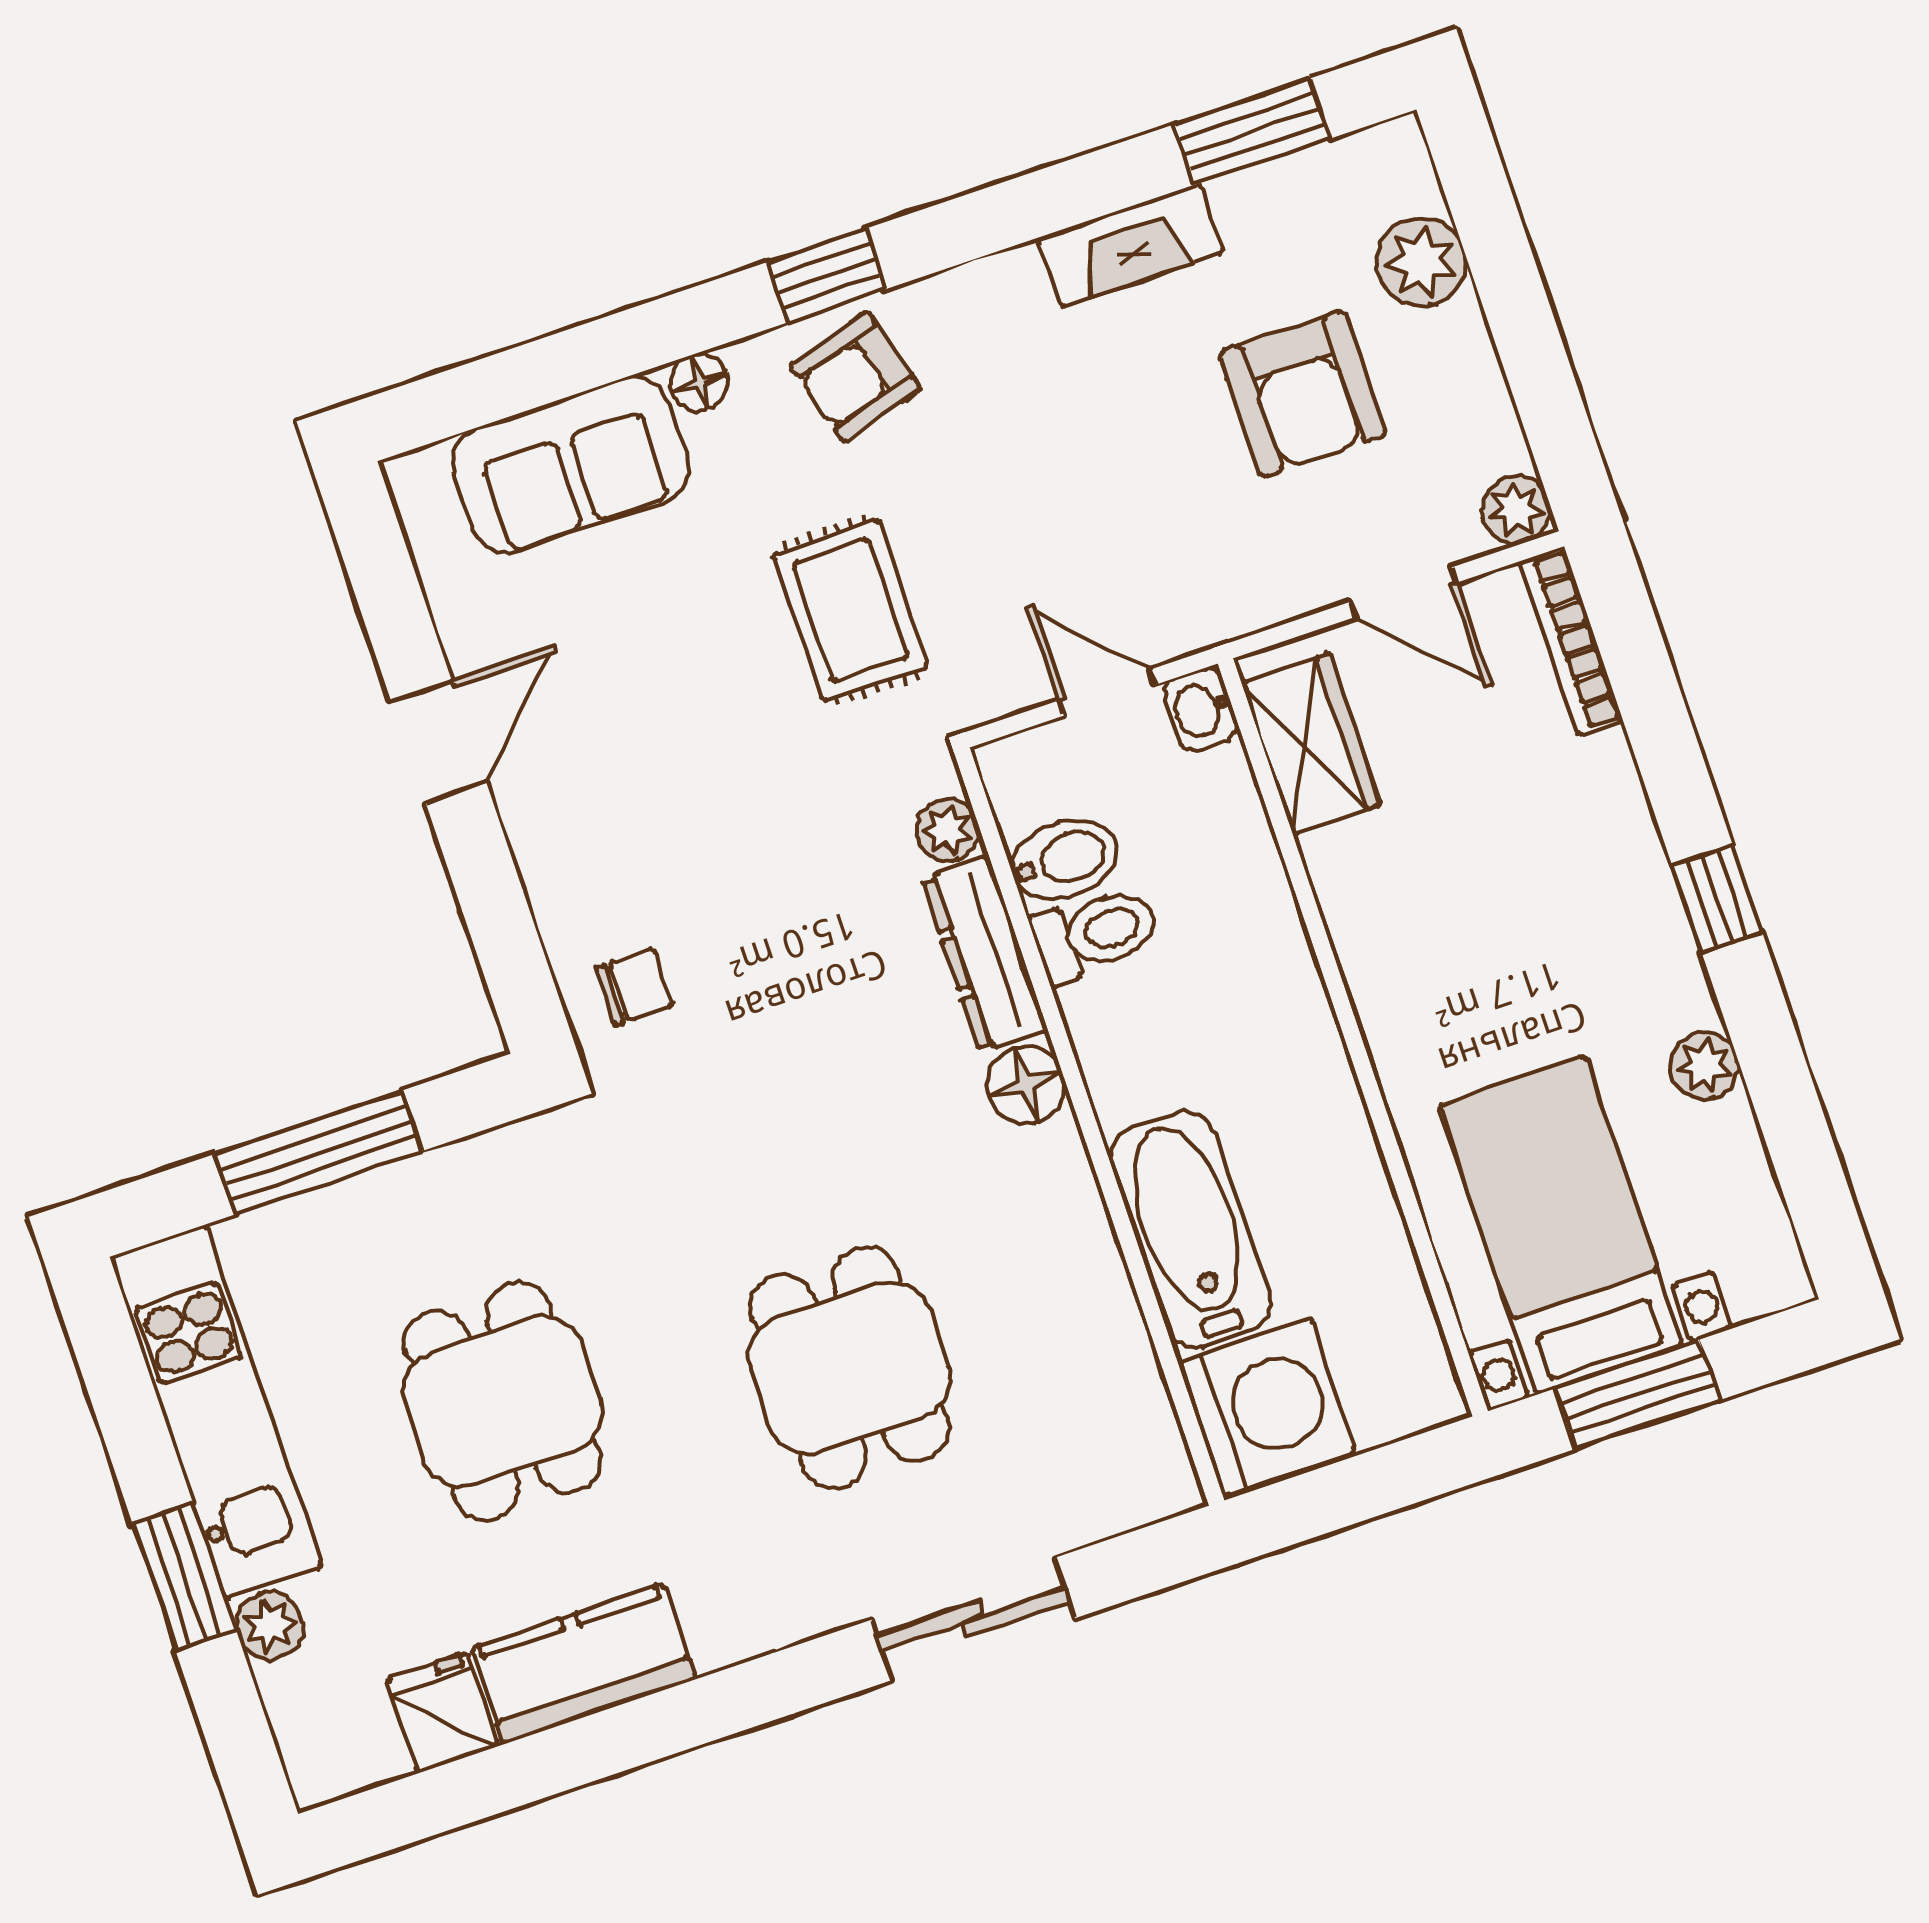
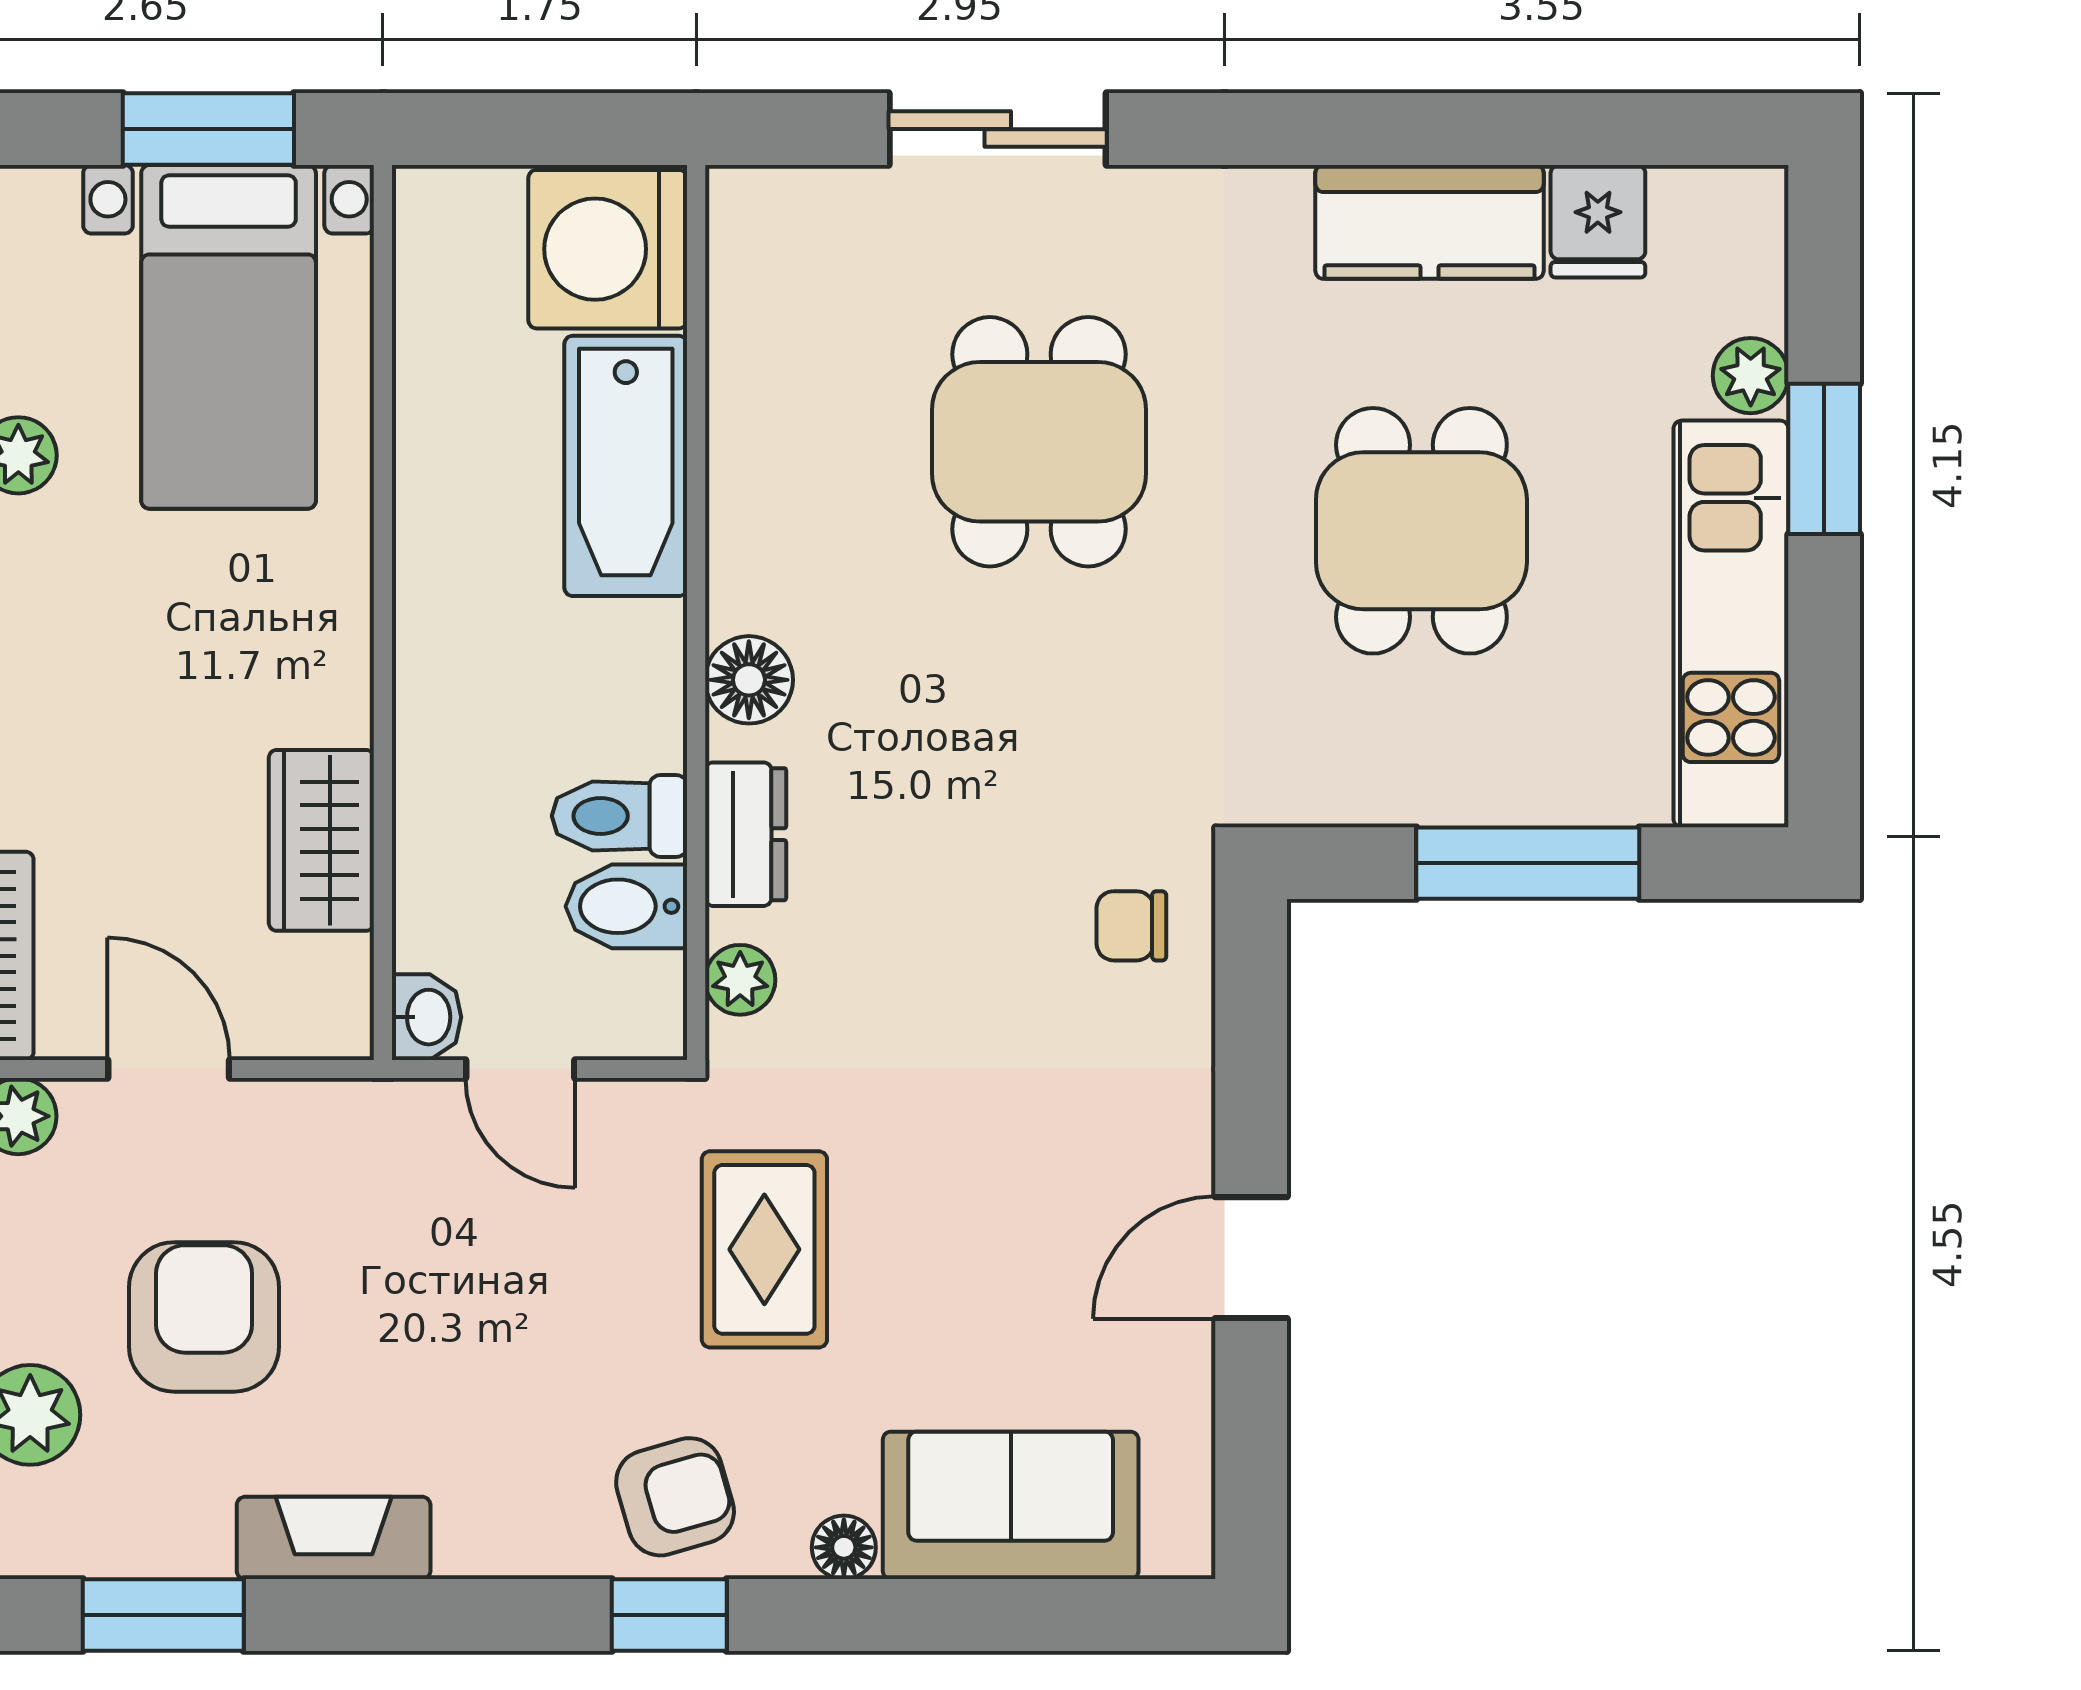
wardrobe: (1311, 744) -> (321, 840), moved
dresser: (985, 954) -> (746, 834), width x0.70

